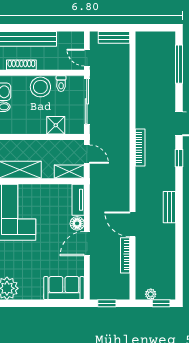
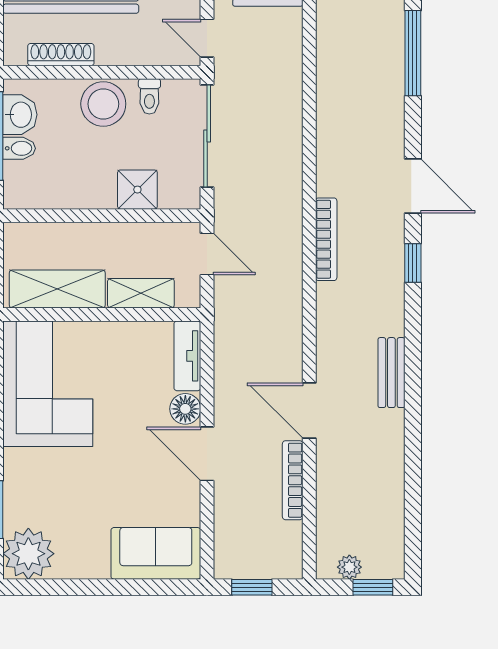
shelving: (69, 172) -> (141, 293), moved
door: (87, 244) -> (207, 454), hinge flipped

